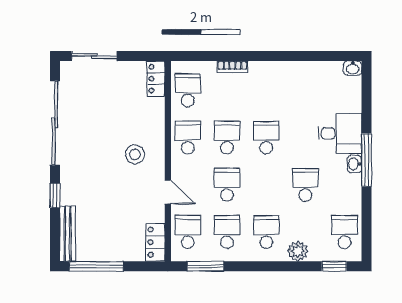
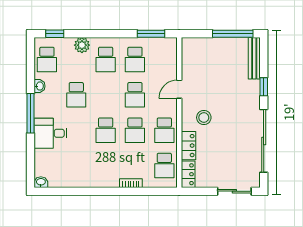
washbasin: (354, 164) -> (40, 86), moved
door: (168, 192) -> (179, 89), hinge flipped
school desk: (188, 232) -> (164, 59), removed
locker: (155, 242) -> (189, 146), moved

